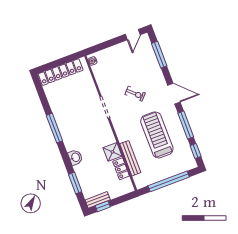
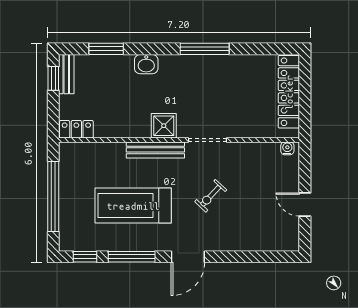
door: (133, 35) -> (305, 205), moved
window: (159, 55) -> (258, 257), removed
treadmill: (157, 135) -> (133, 206), turned 180
shower: (112, 152) -> (164, 126), moved
bench: (130, 158) -> (155, 150), moved
locker: (121, 169) -> (76, 129), moved

